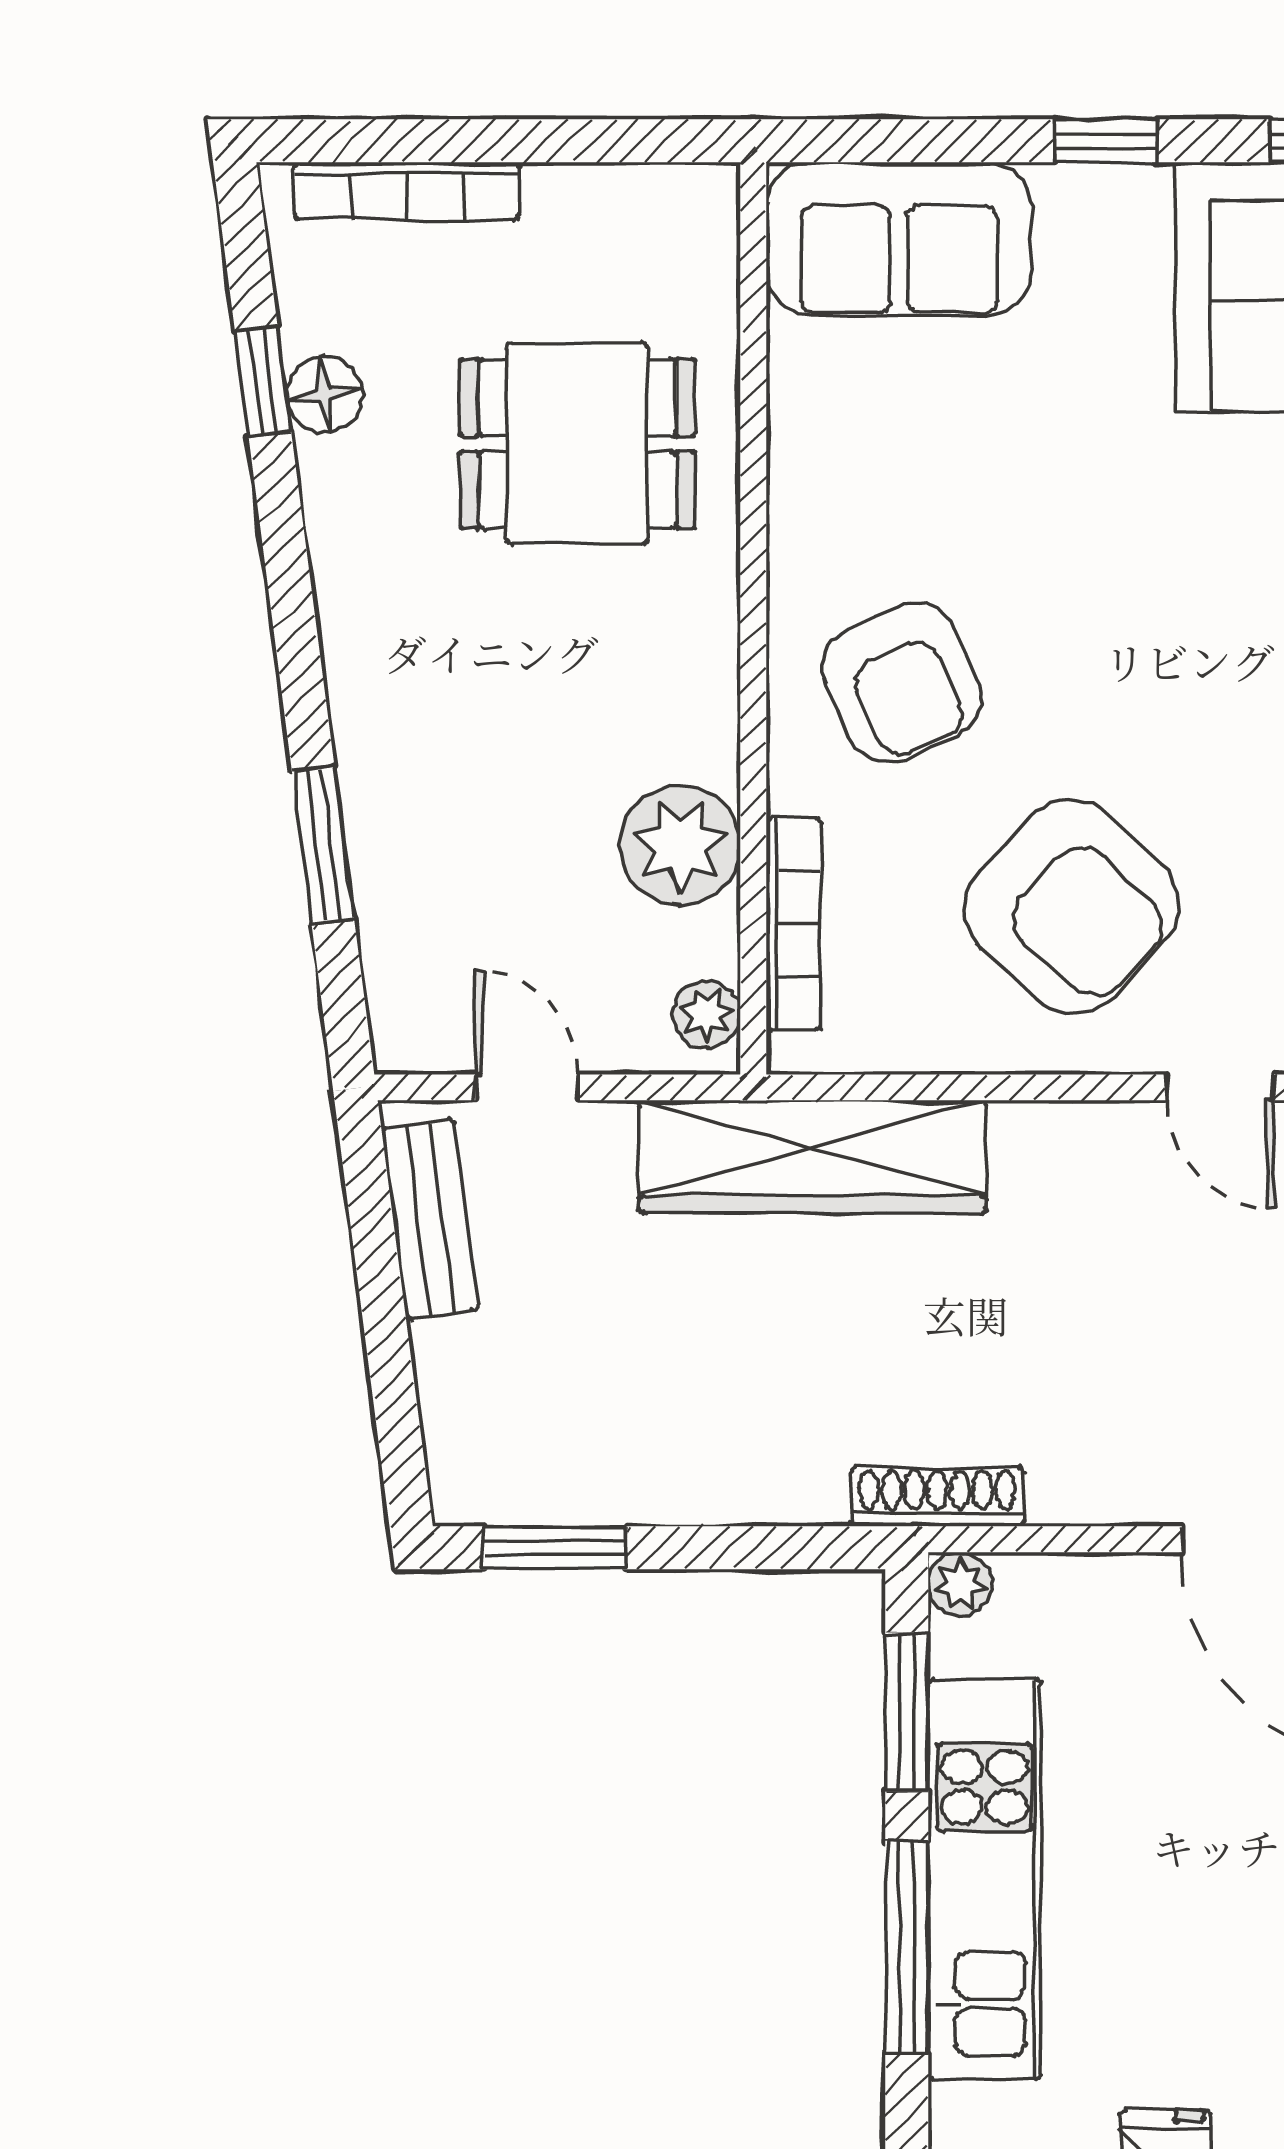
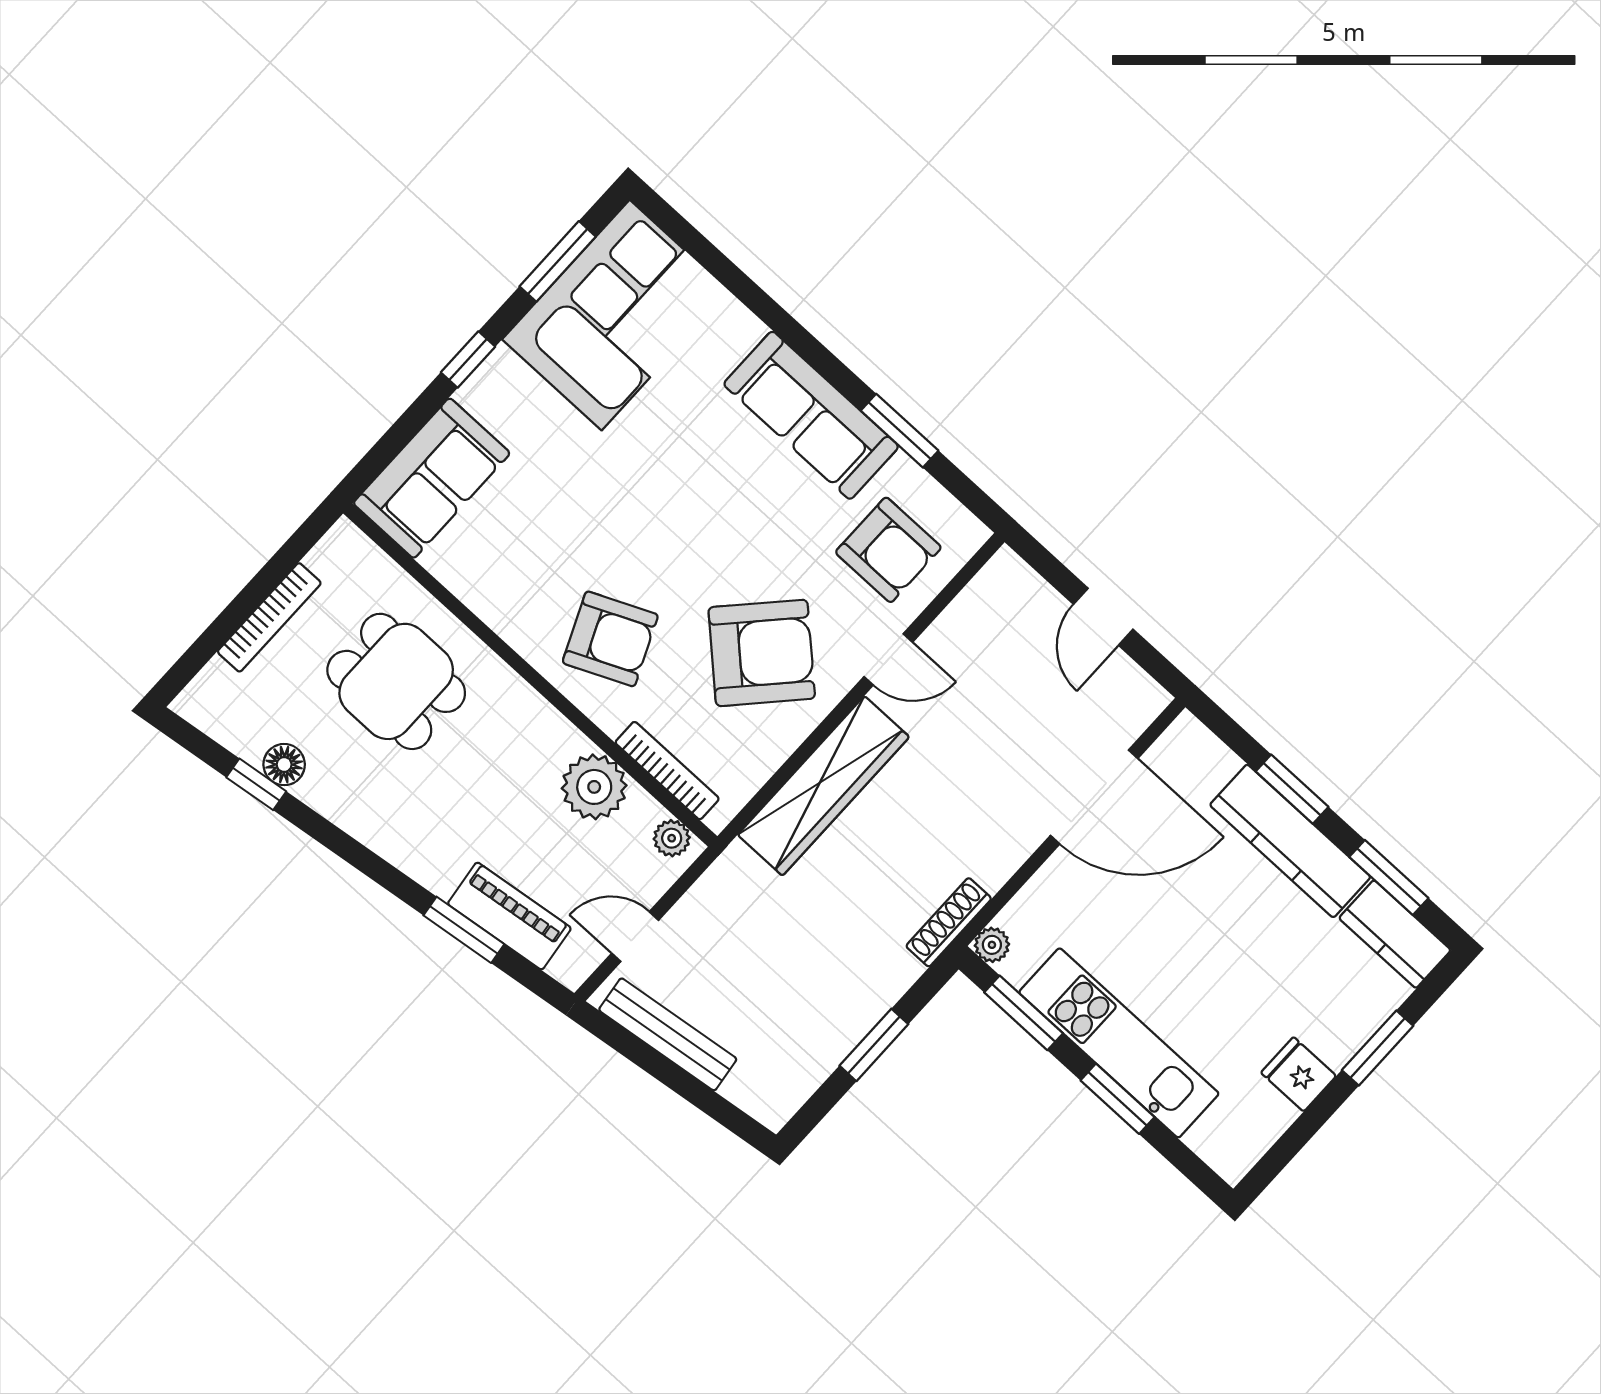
bookcase: (407, 191) -> (269, 617), moved
dining table: (577, 444) -> (396, 681), turned 90
piano: (399, 890) -> (509, 916), added
wardrobe: (813, 1156) -> (823, 786), moved
bench: (430, 1219) -> (668, 1034), width x1.36
window: (555, 1548) -> (874, 1045), moved
window: (907, 1947) -> (1118, 1099), width x0.69

